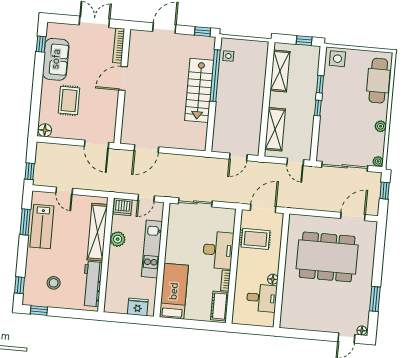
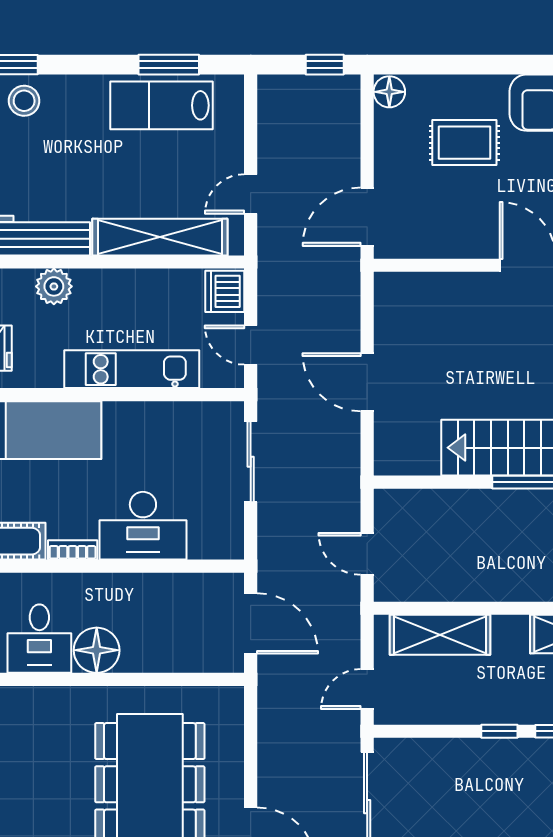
door: (146, 149) -> (367, 382), moved
window: (30, 171) -> (325, 65), moved
door: (64, 191) -> (251, 194), moved
plant: (118, 239) -> (54, 286), moved
rug: (255, 239) -> (177, 612), removed
floor lamp: (273, 279) -> (97, 650), width x1.89, depth x1.89
stool: (54, 283) -> (24, 101), moved

